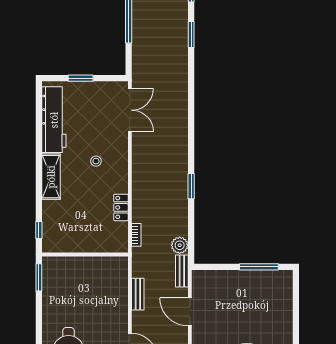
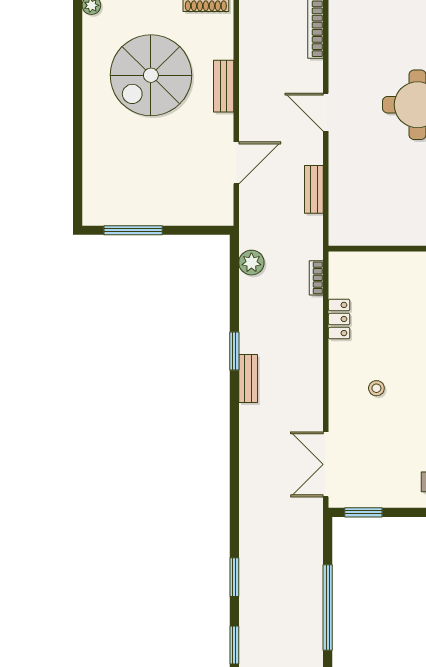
window: (81, 78) -> (363, 512), moved
bench: (182, 271) -> (248, 379), moved
door: (190, 312) -> (236, 163), hinge flipped

